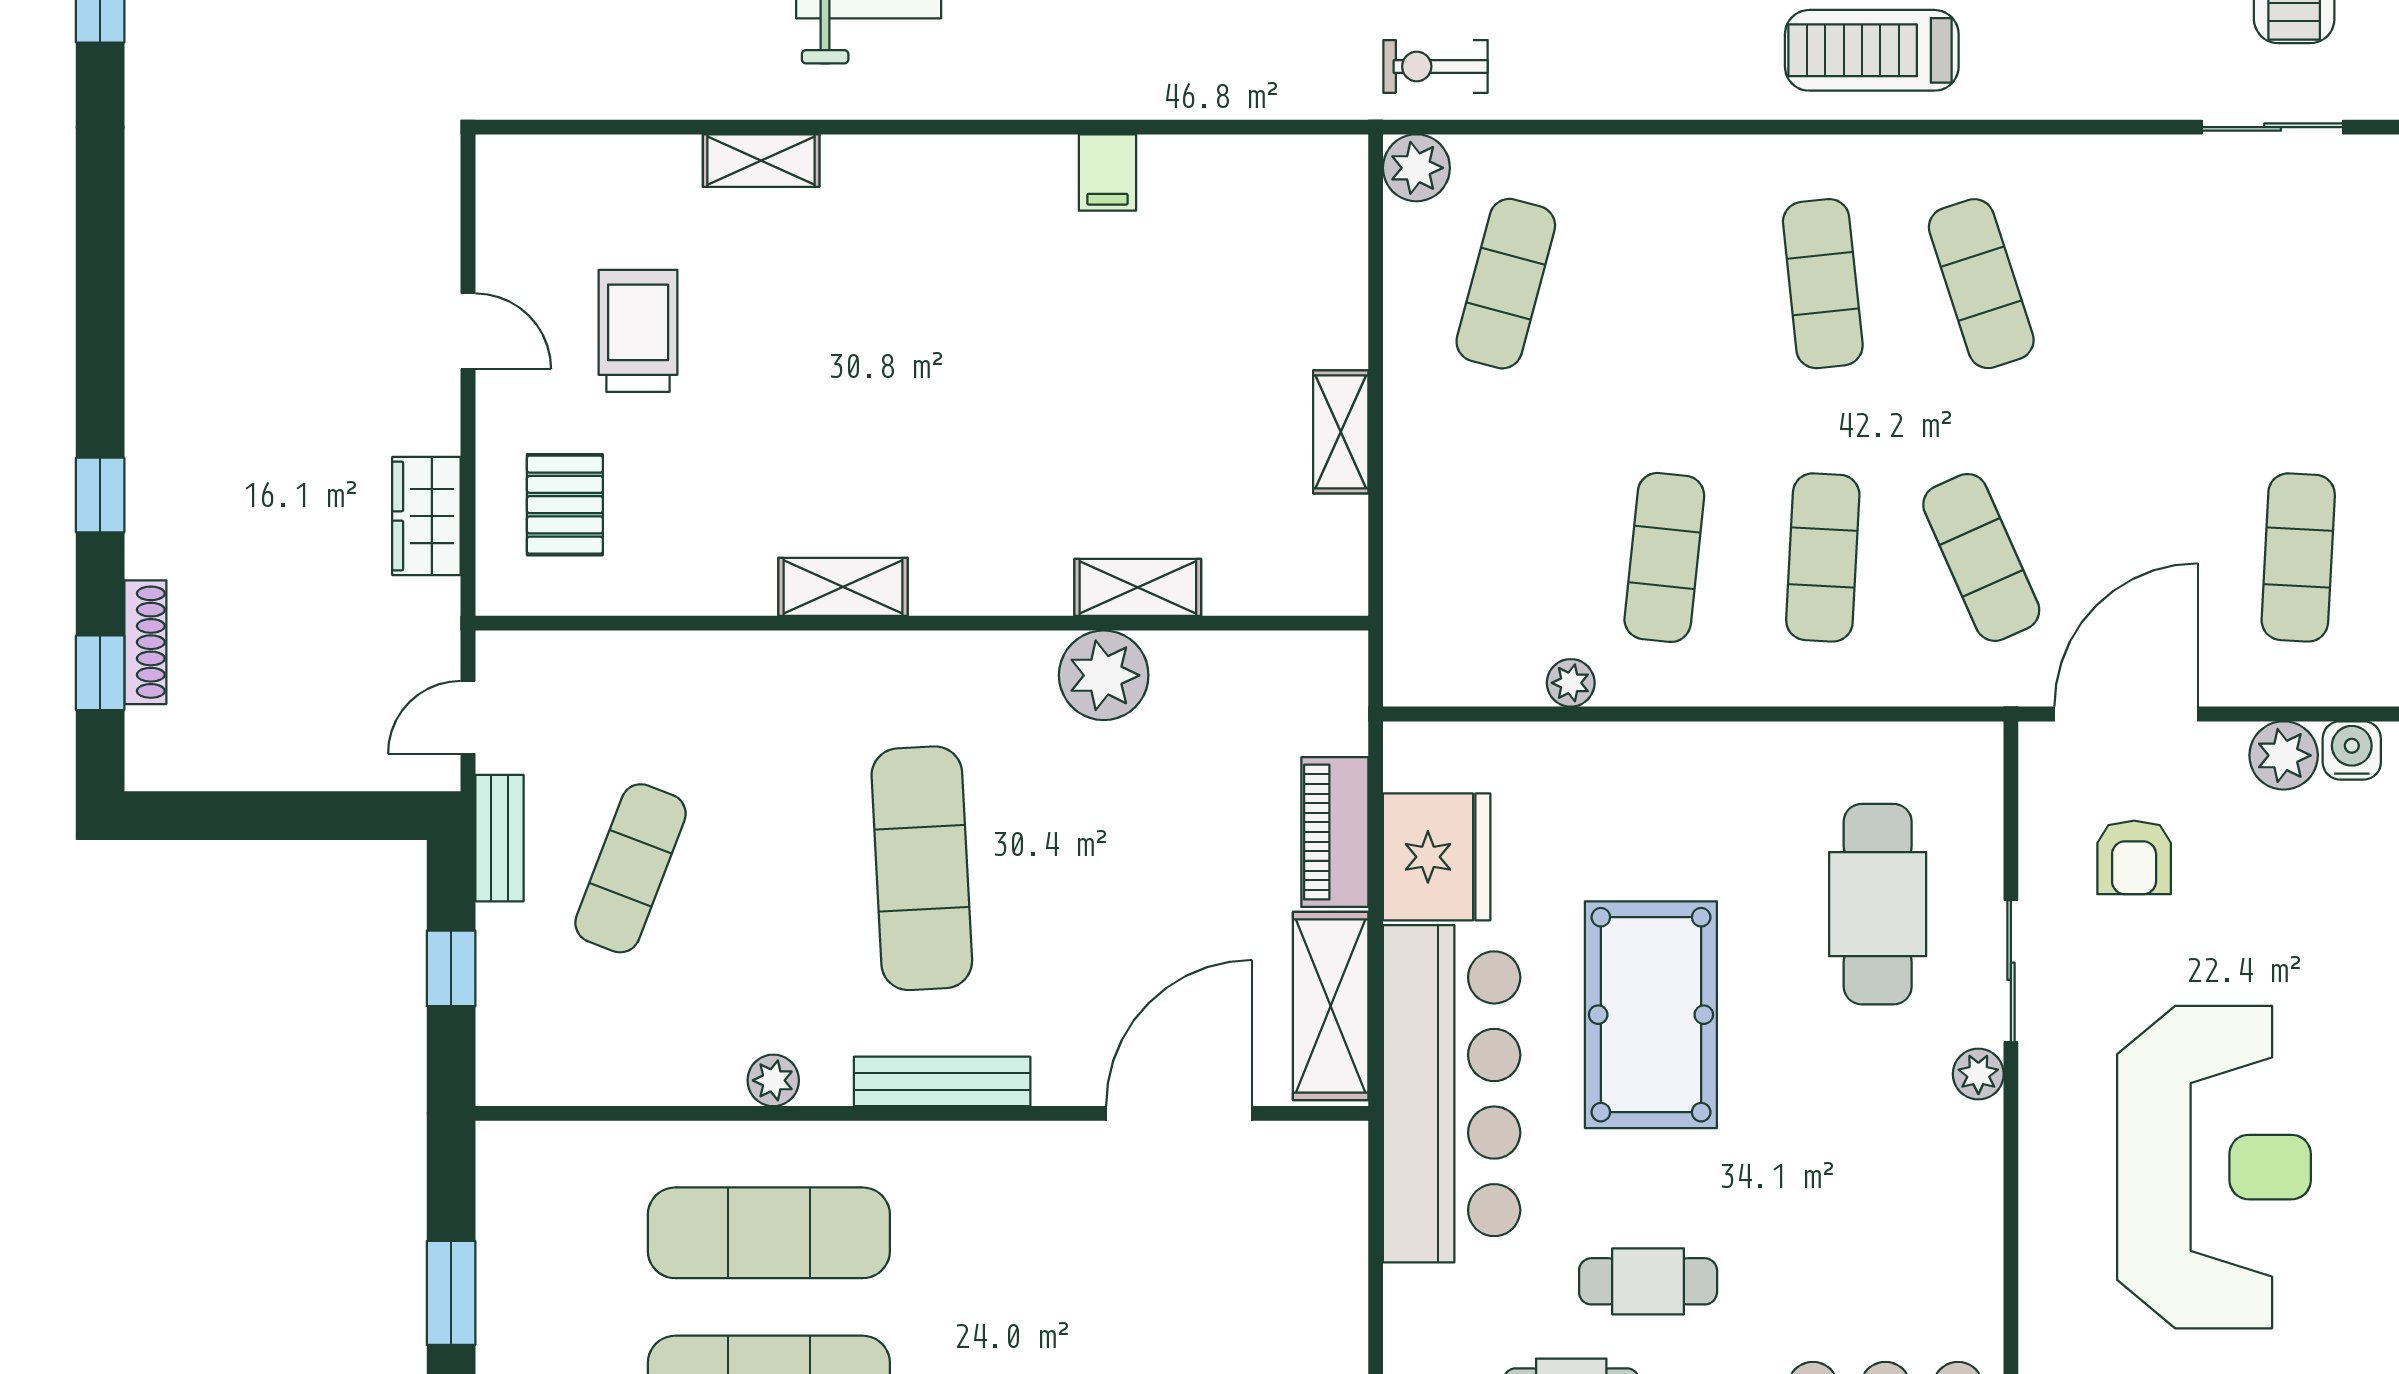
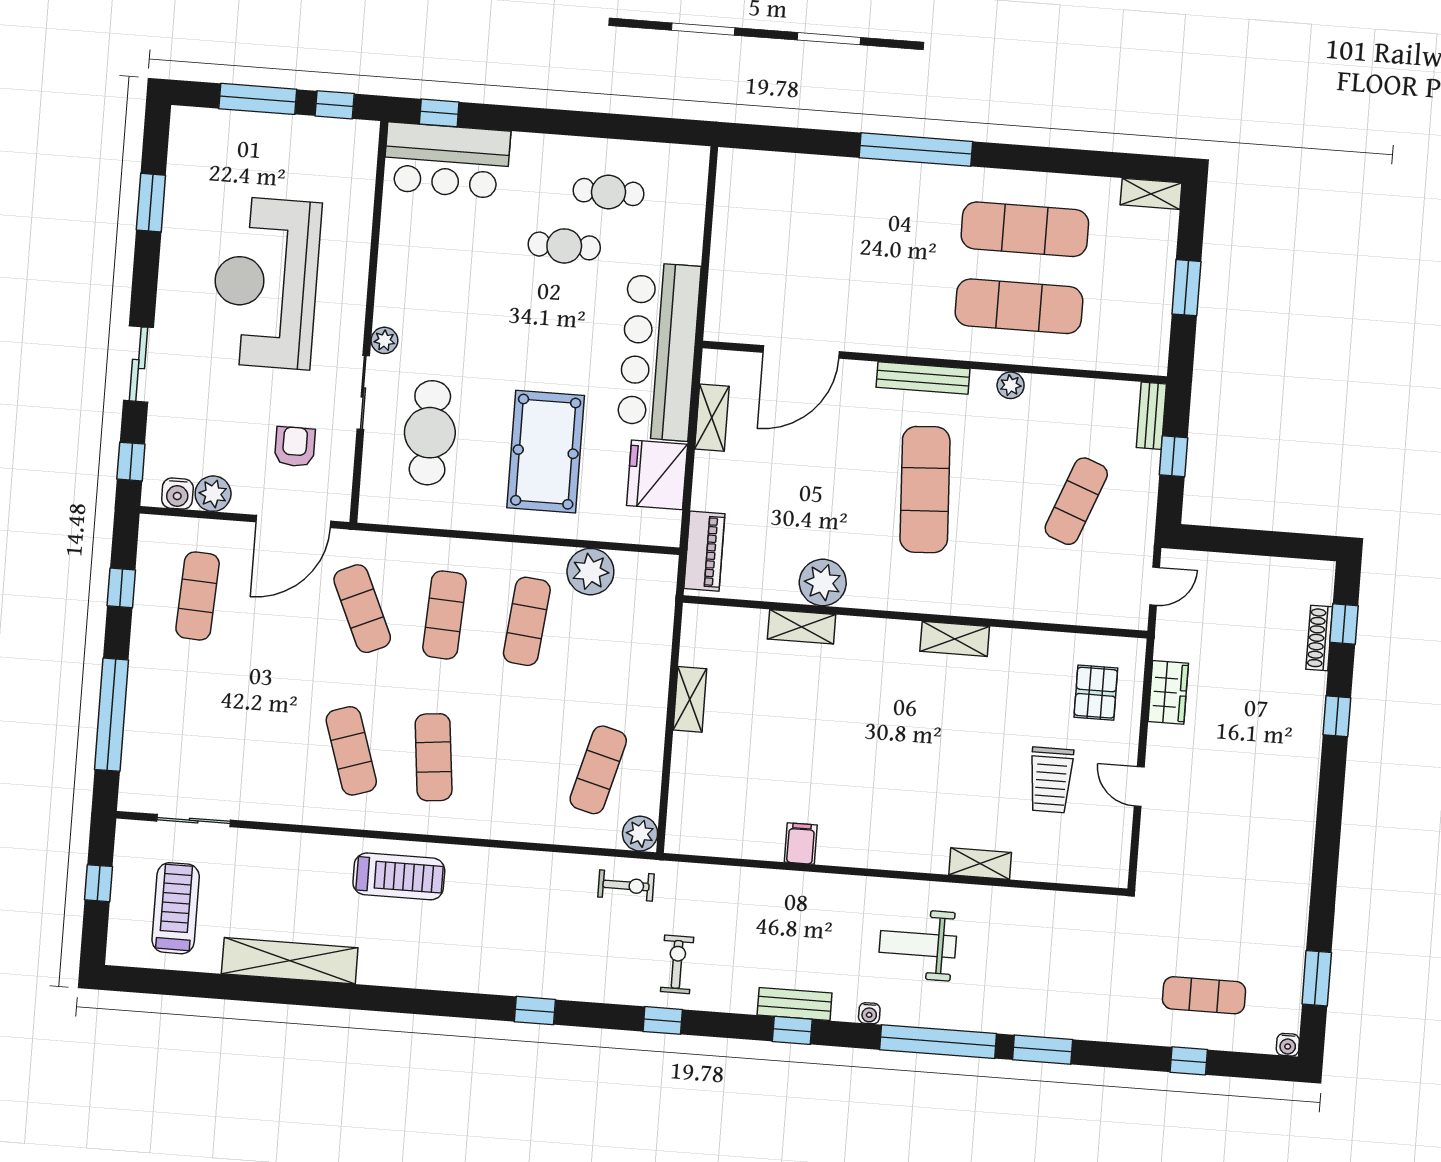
plant: (1571, 683) -> (590, 572), width x1.88, depth x1.88
piano: (1335, 832) -> (704, 551), moved
bench: (499, 838) -> (1151, 416), moved
shelving: (1331, 1006) -> (712, 418), width x0.67, depth x0.75
pool table: (1651, 1015) -> (546, 452), moved

